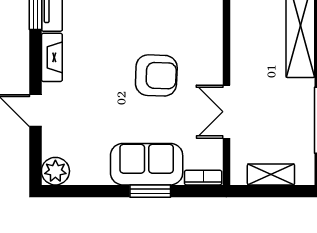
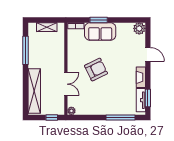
armchair: (156, 75) -> (96, 70), turned 152
double door: (226, 112) -> (66, 84), moved

